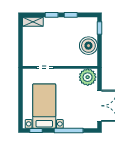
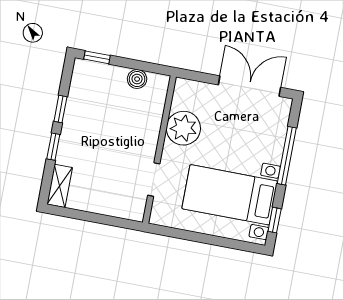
boiler: (88, 46) -> (137, 79), width x0.54, depth x0.54
plant: (88, 77) -> (183, 128), moved

